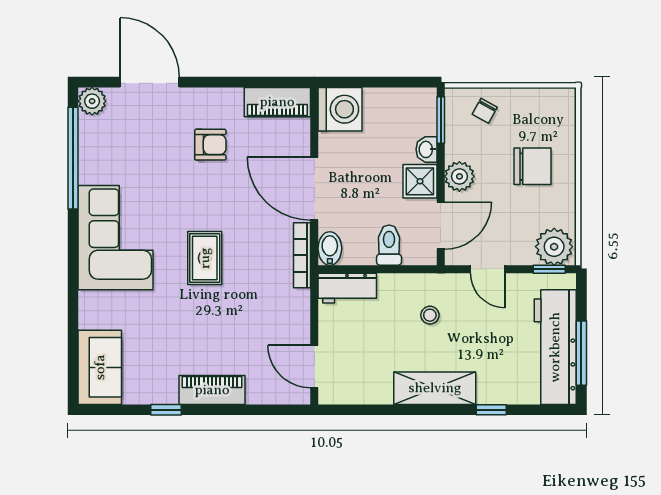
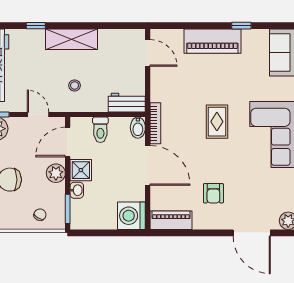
armchair: (210, 145) -> (213, 193), turned -90
piano: (212, 390) -> (212, 41), width x1.37, depth x1.33

